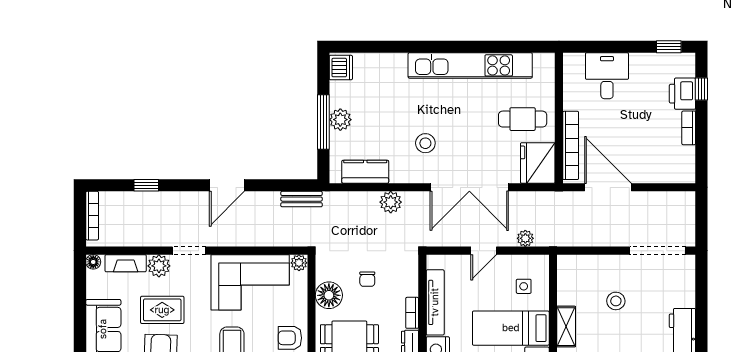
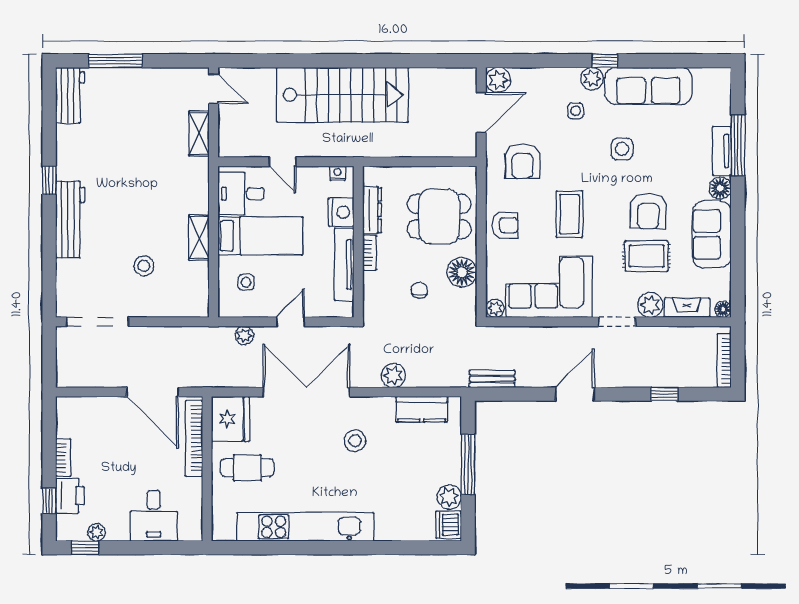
plant: (658, 61) -> (97, 532), added
plant: (340, 120) -> (449, 497), moved

